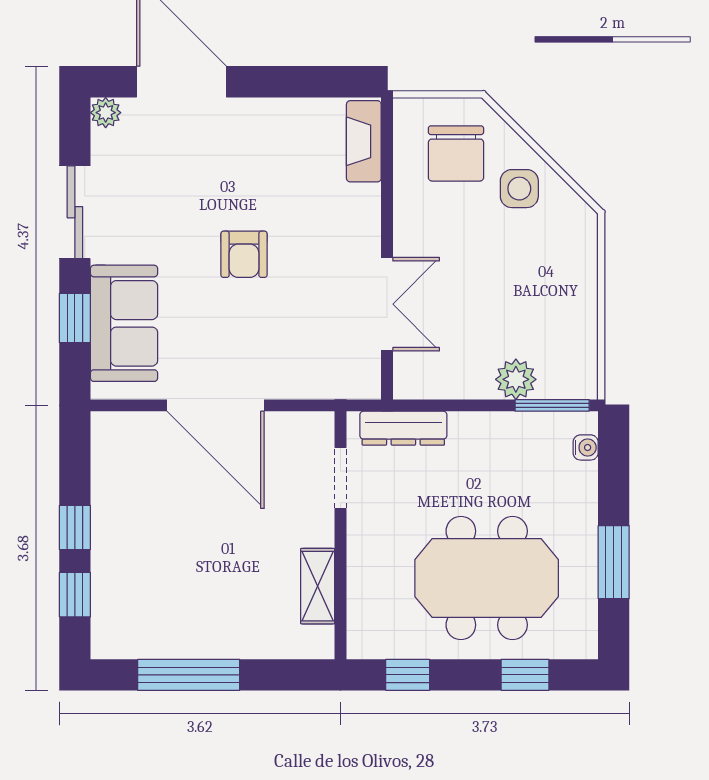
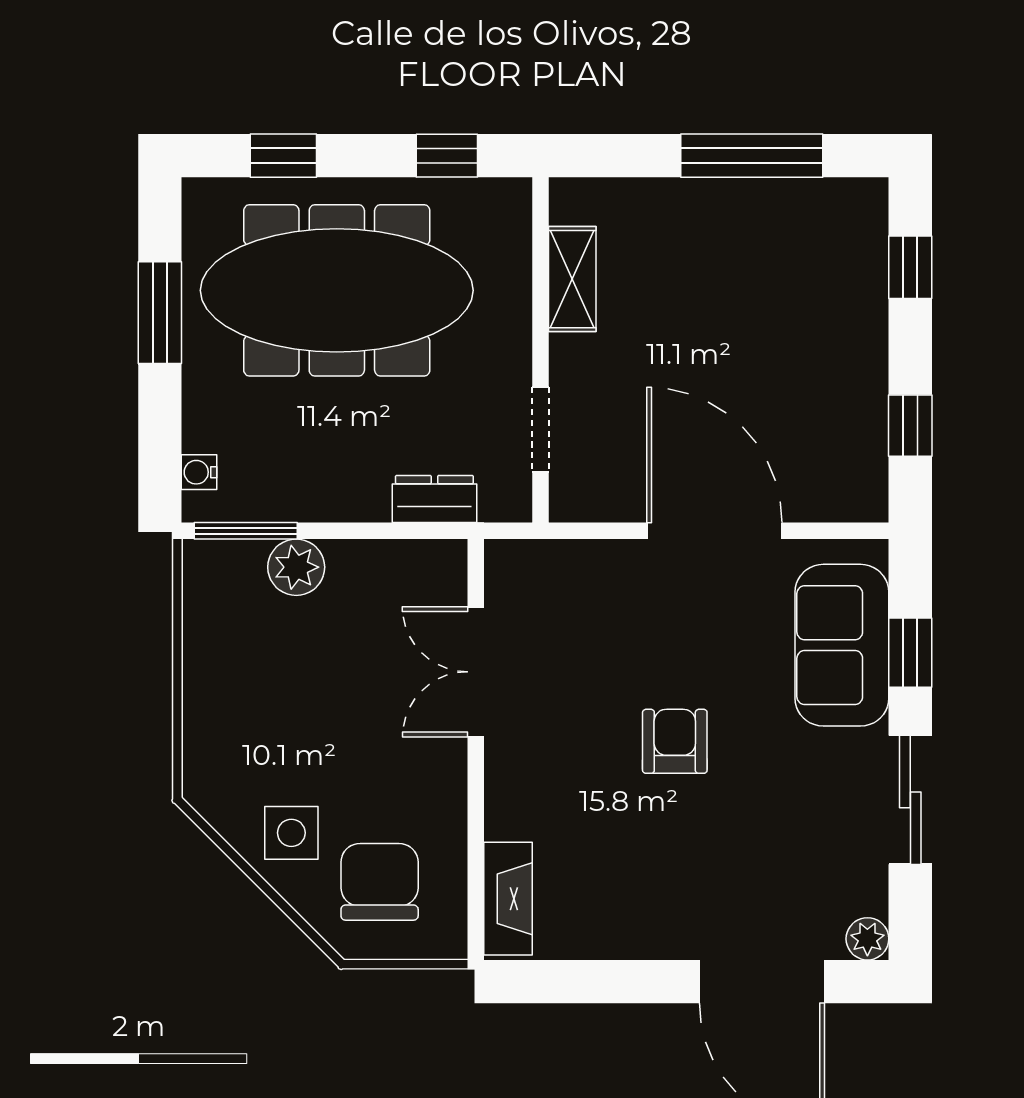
dresser: (403, 428) -> (434, 499), width x0.70
window: (75, 527) -> (910, 426), moved
meeting table: (487, 578) -> (337, 290), width x1.36

